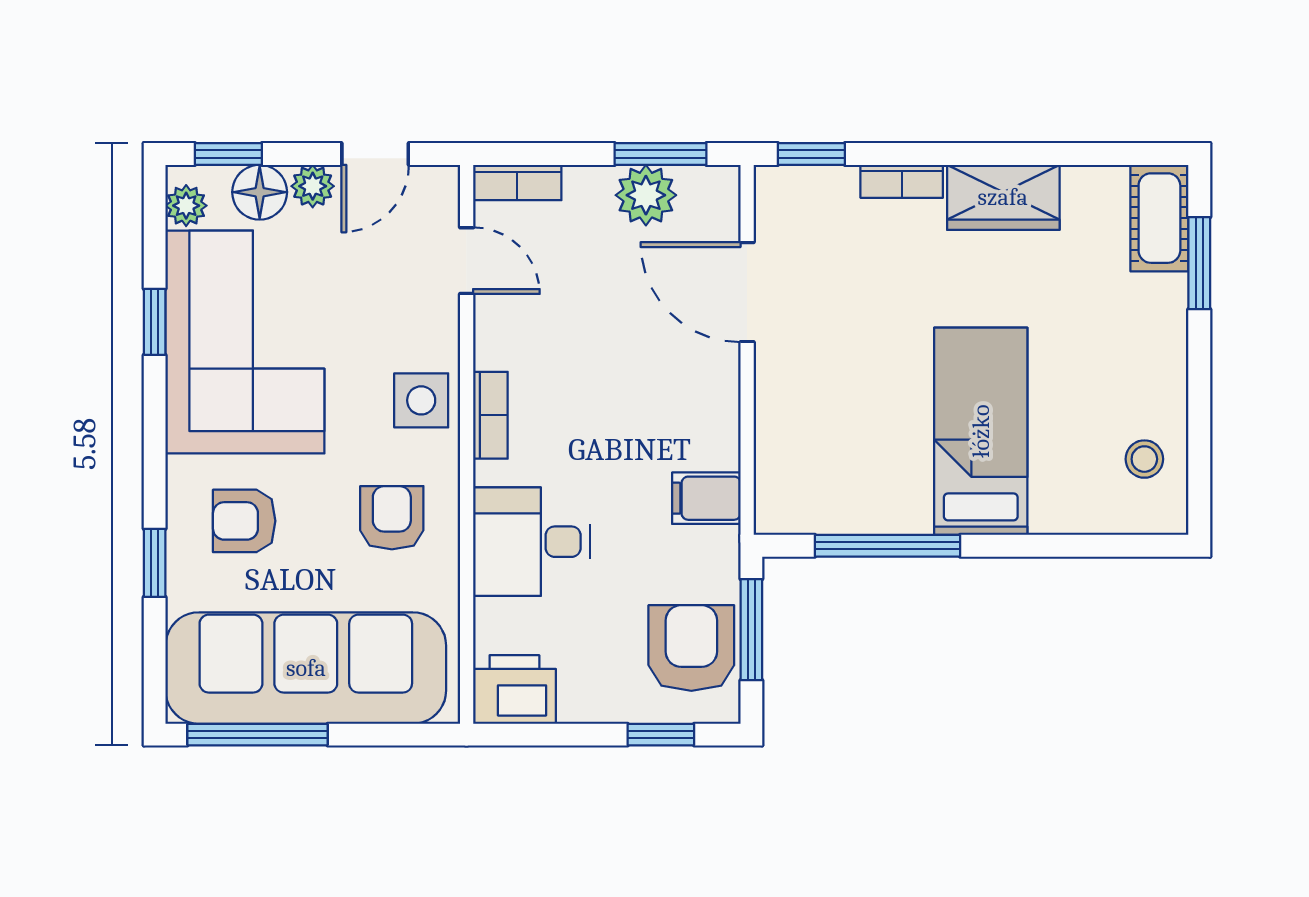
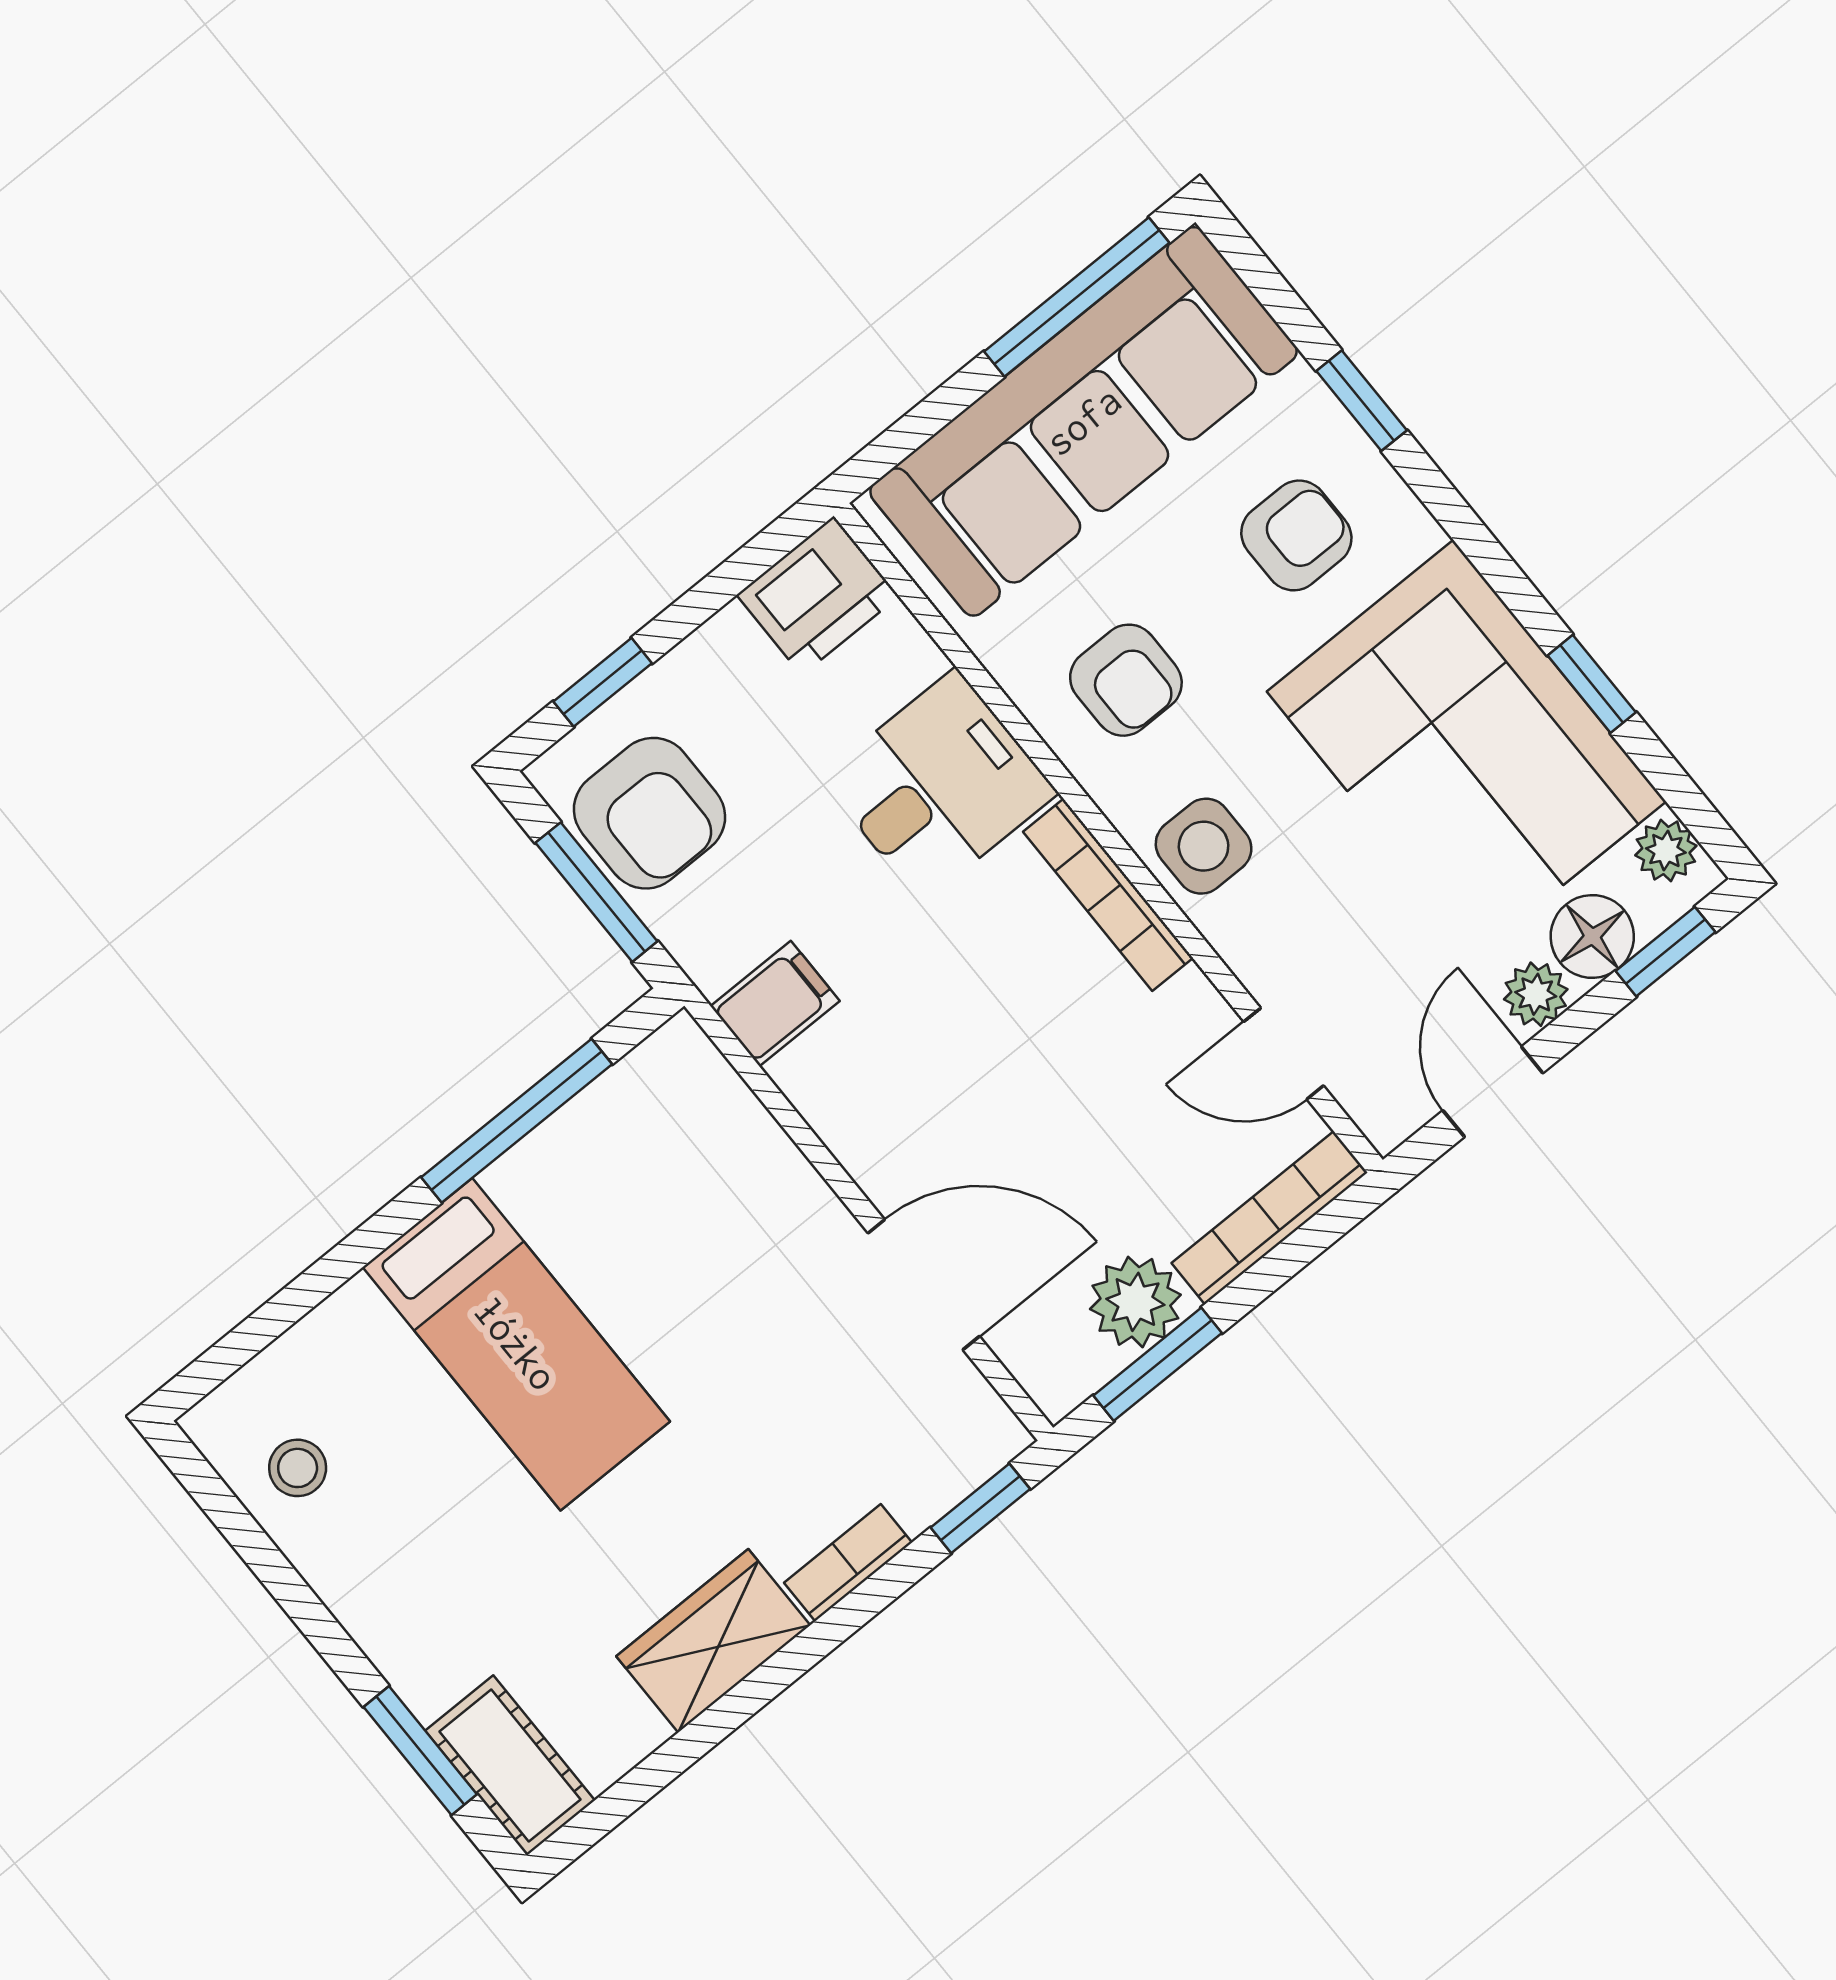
bookcase: (517, 182) -> (1270, 1218), width x1.56
bookcase: (490, 415) -> (1108, 895), width x1.56

